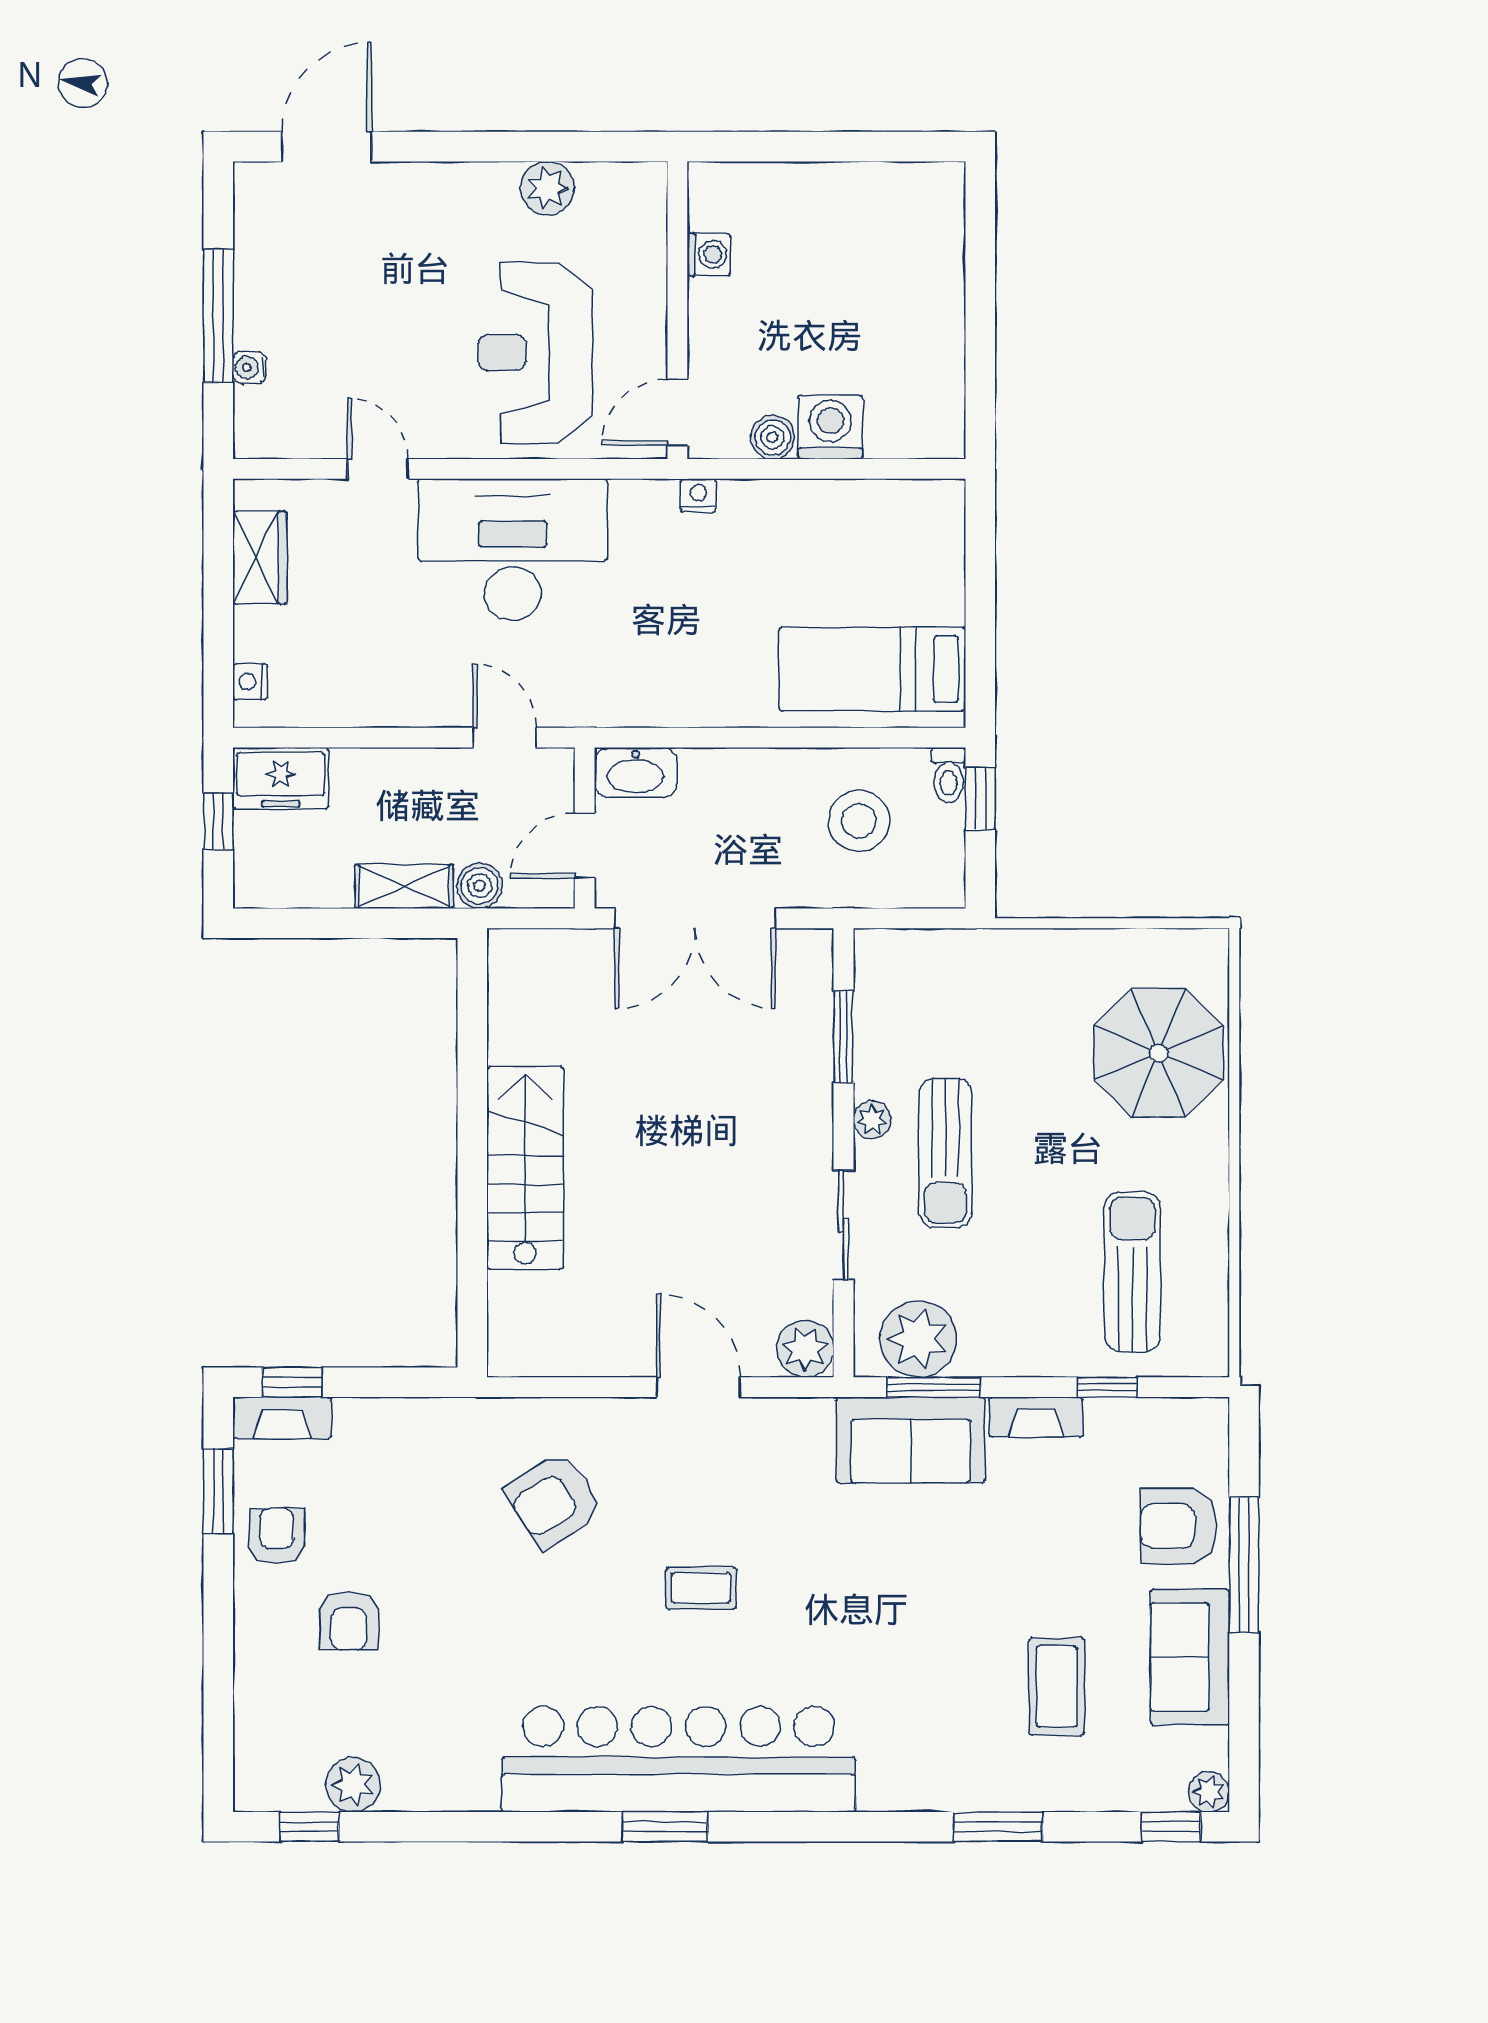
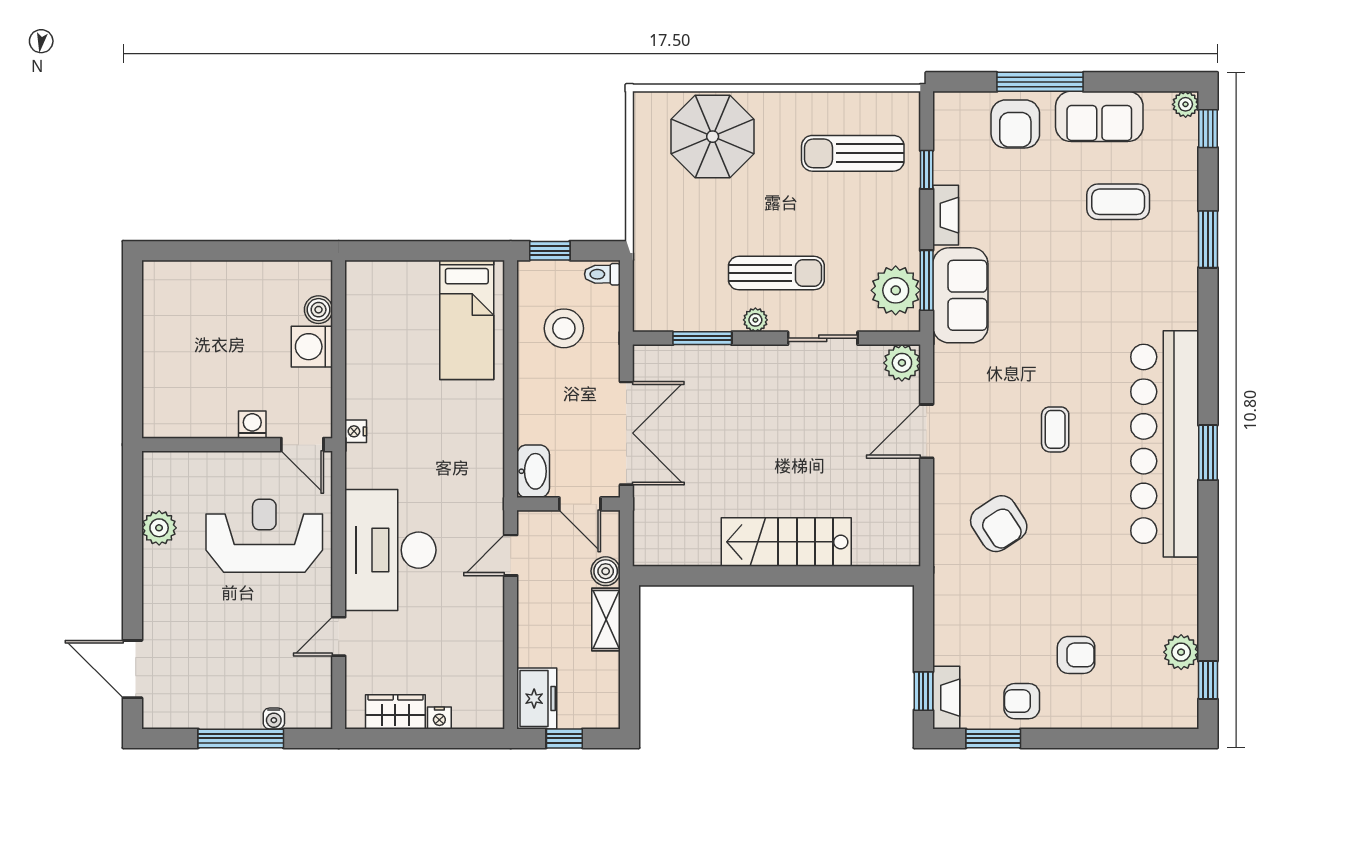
washing machine: (709, 254) -> (252, 425), moved
reception desk: (535, 353) -> (264, 536), turned 180
boiler: (773, 437) -> (319, 310), moved
nightstand: (250, 682) -> (439, 718), moved
toilet: (949, 775) -> (602, 274), moved, turned 180

